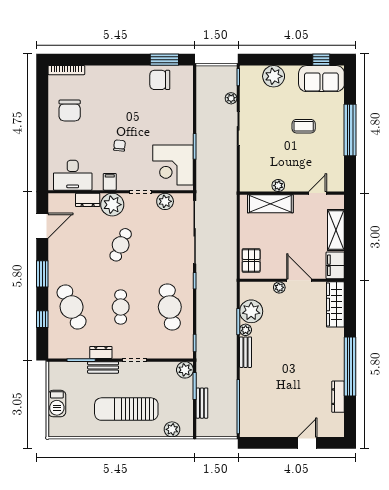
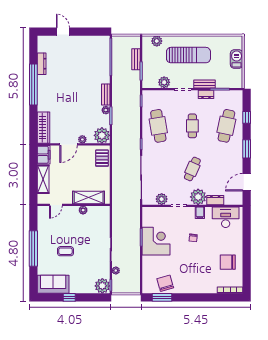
window: (321, 60) -> (69, 297), moved
plant: (274, 76) -> (102, 286), moved
chair: (160, 80) -> (165, 283), turned -106
chair: (70, 110) -> (228, 262), turned -90
corner desk: (173, 165) -> (156, 241), moved
door: (299, 280) -> (69, 144), hinge flipped
cafe table: (72, 307) -> (226, 126), turned 36
plant: (251, 311) -> (102, 135), moved
plant: (185, 370) -> (164, 82), moved
door: (307, 443) -> (63, 32), swing flipped

